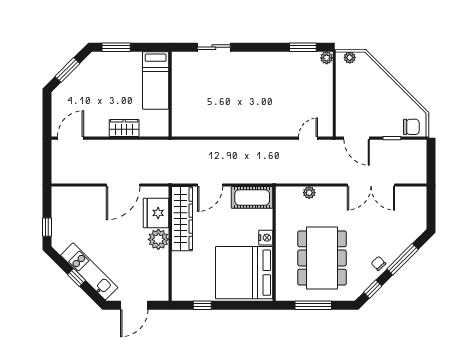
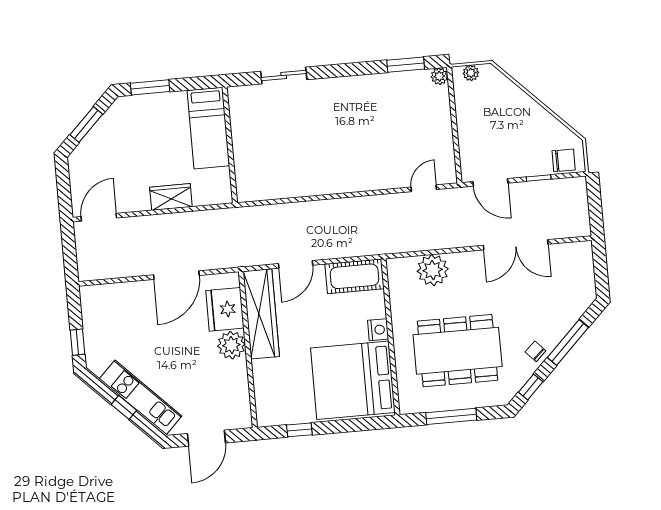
plant: (309, 193) -> (433, 270), width x1.88, depth x1.88
dining table: (322, 258) -> (458, 351), turned 90

